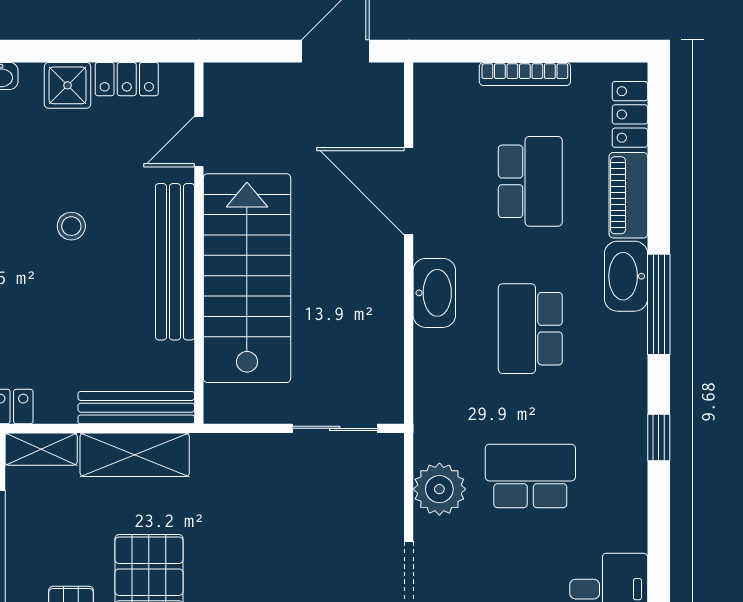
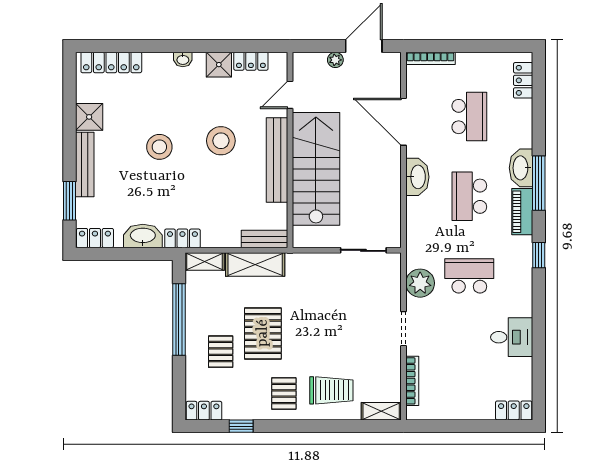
bookcase: (525, 74) -> (430, 58), moved
plant: (283, 77) -> (335, 60), added
piano: (628, 195) -> (522, 212), moved
stool: (71, 226) -> (221, 141), width x1.89, depth x1.89
bench: (136, 408) -> (264, 239), width x0.73

